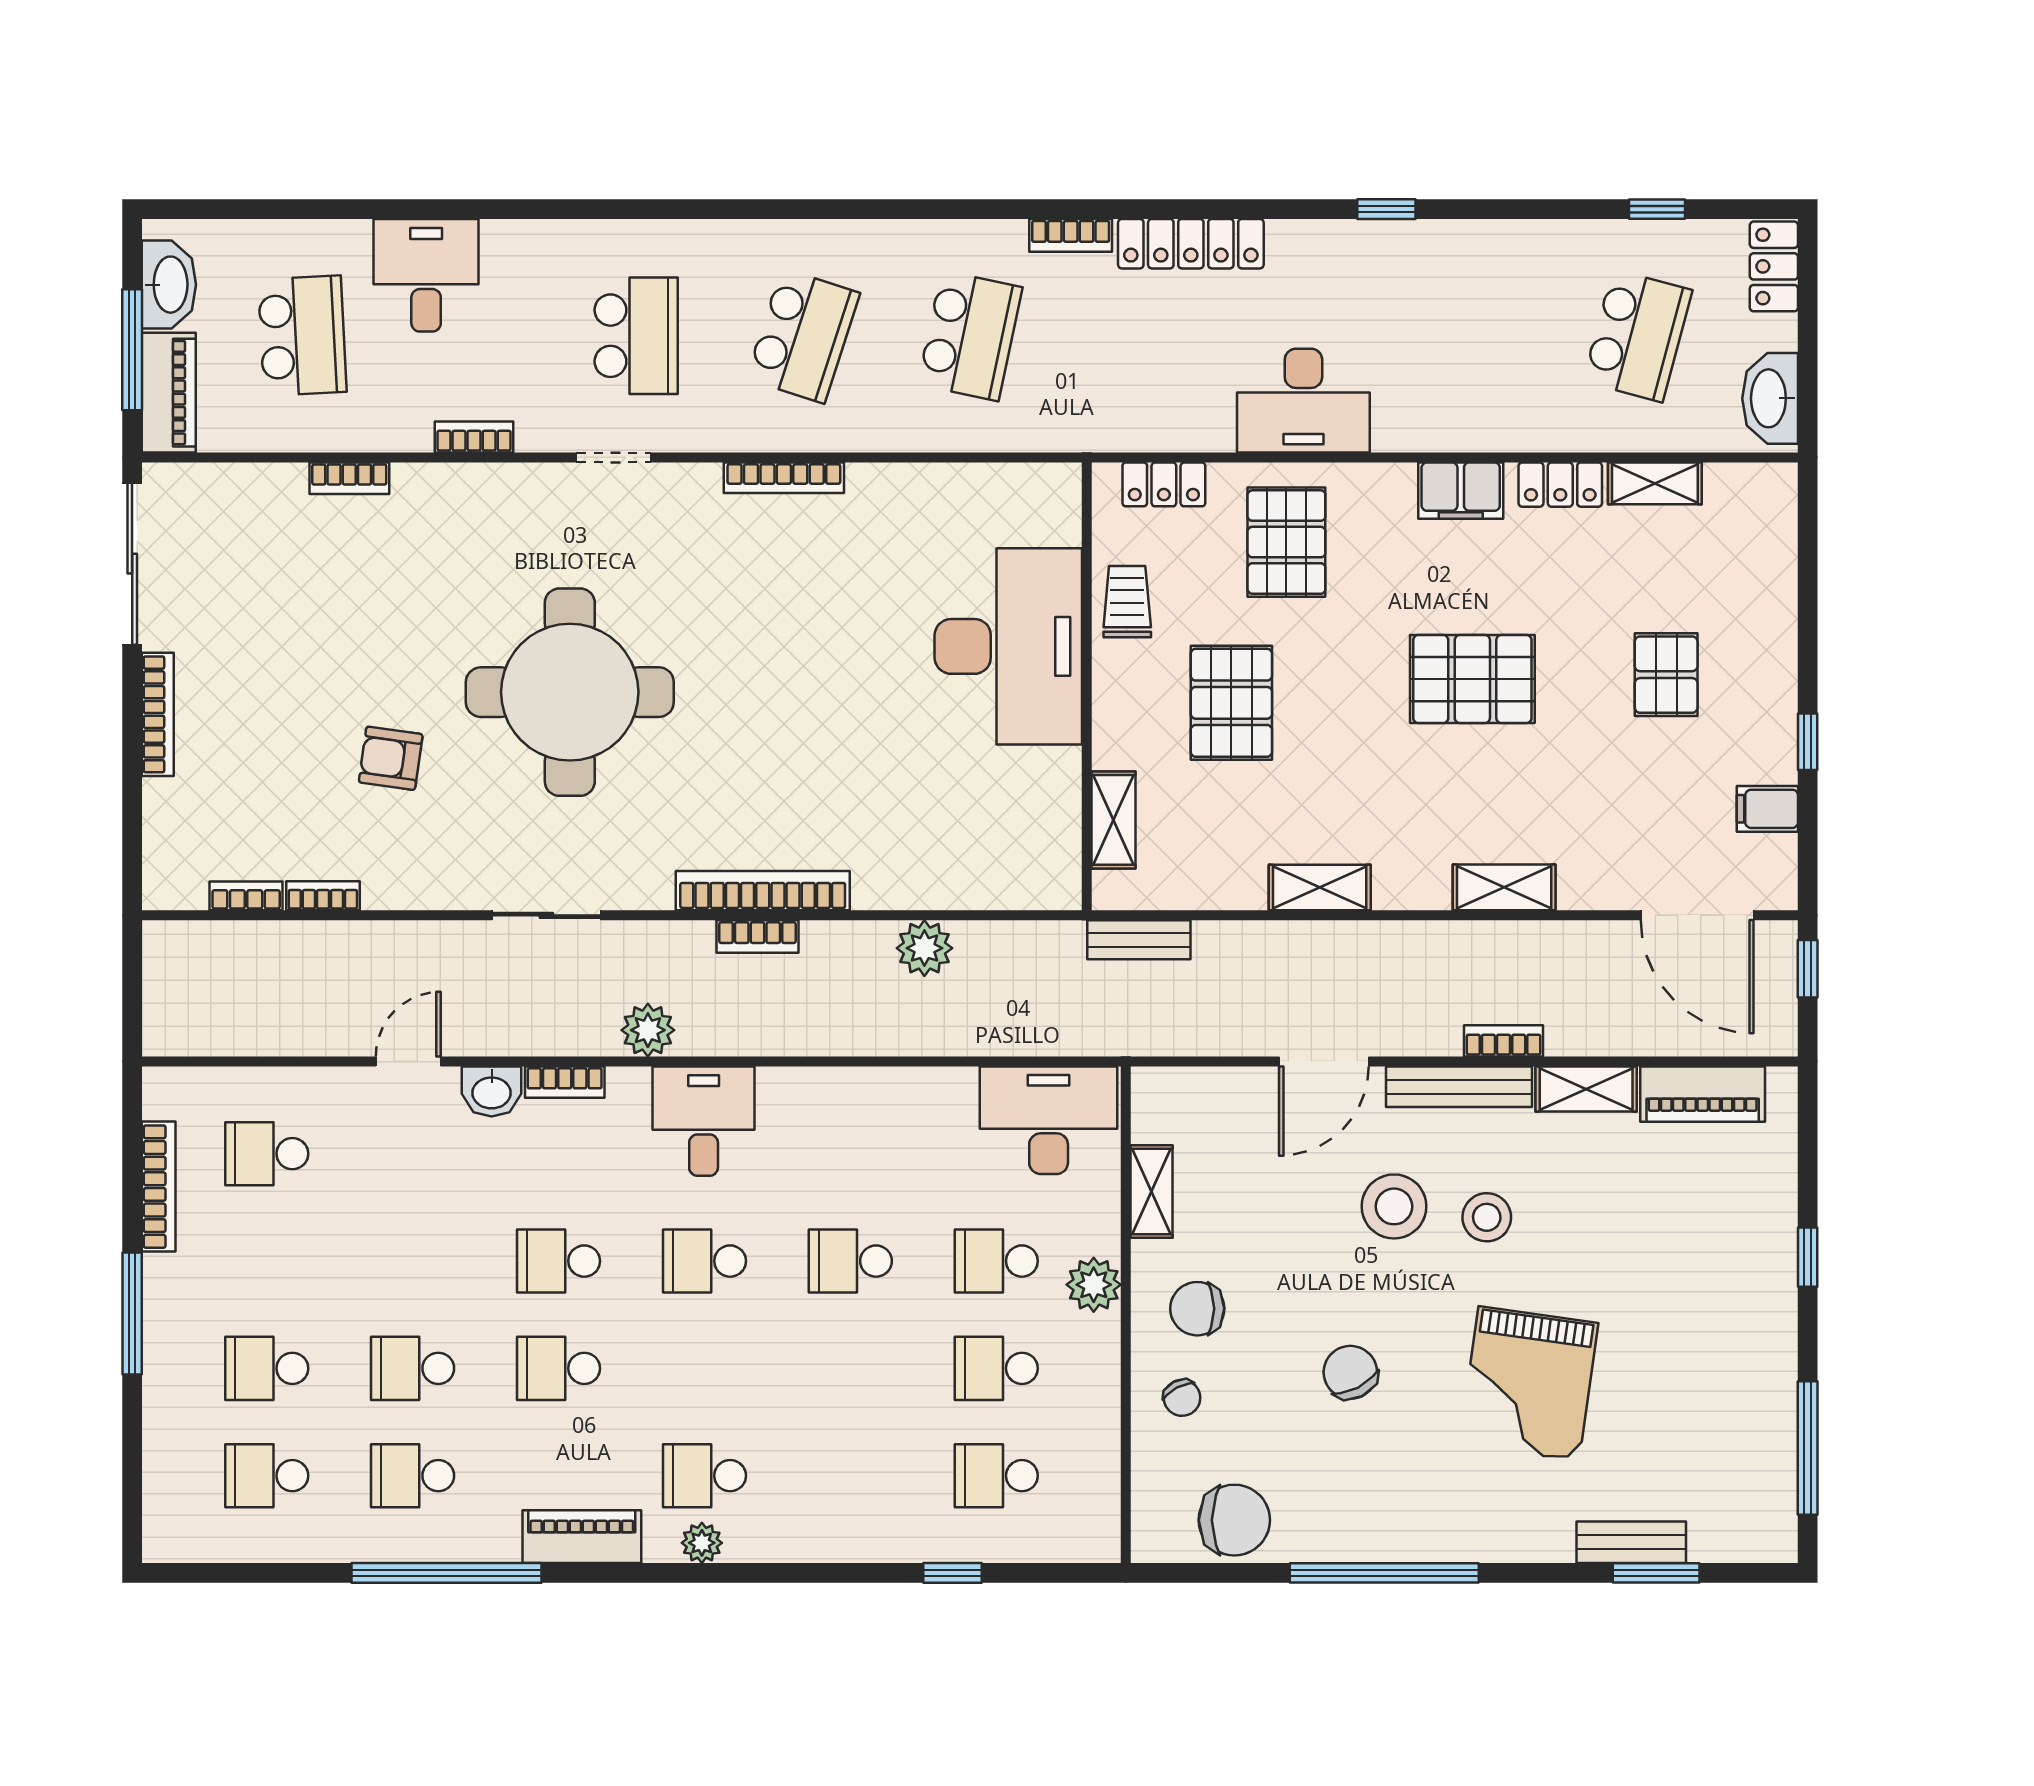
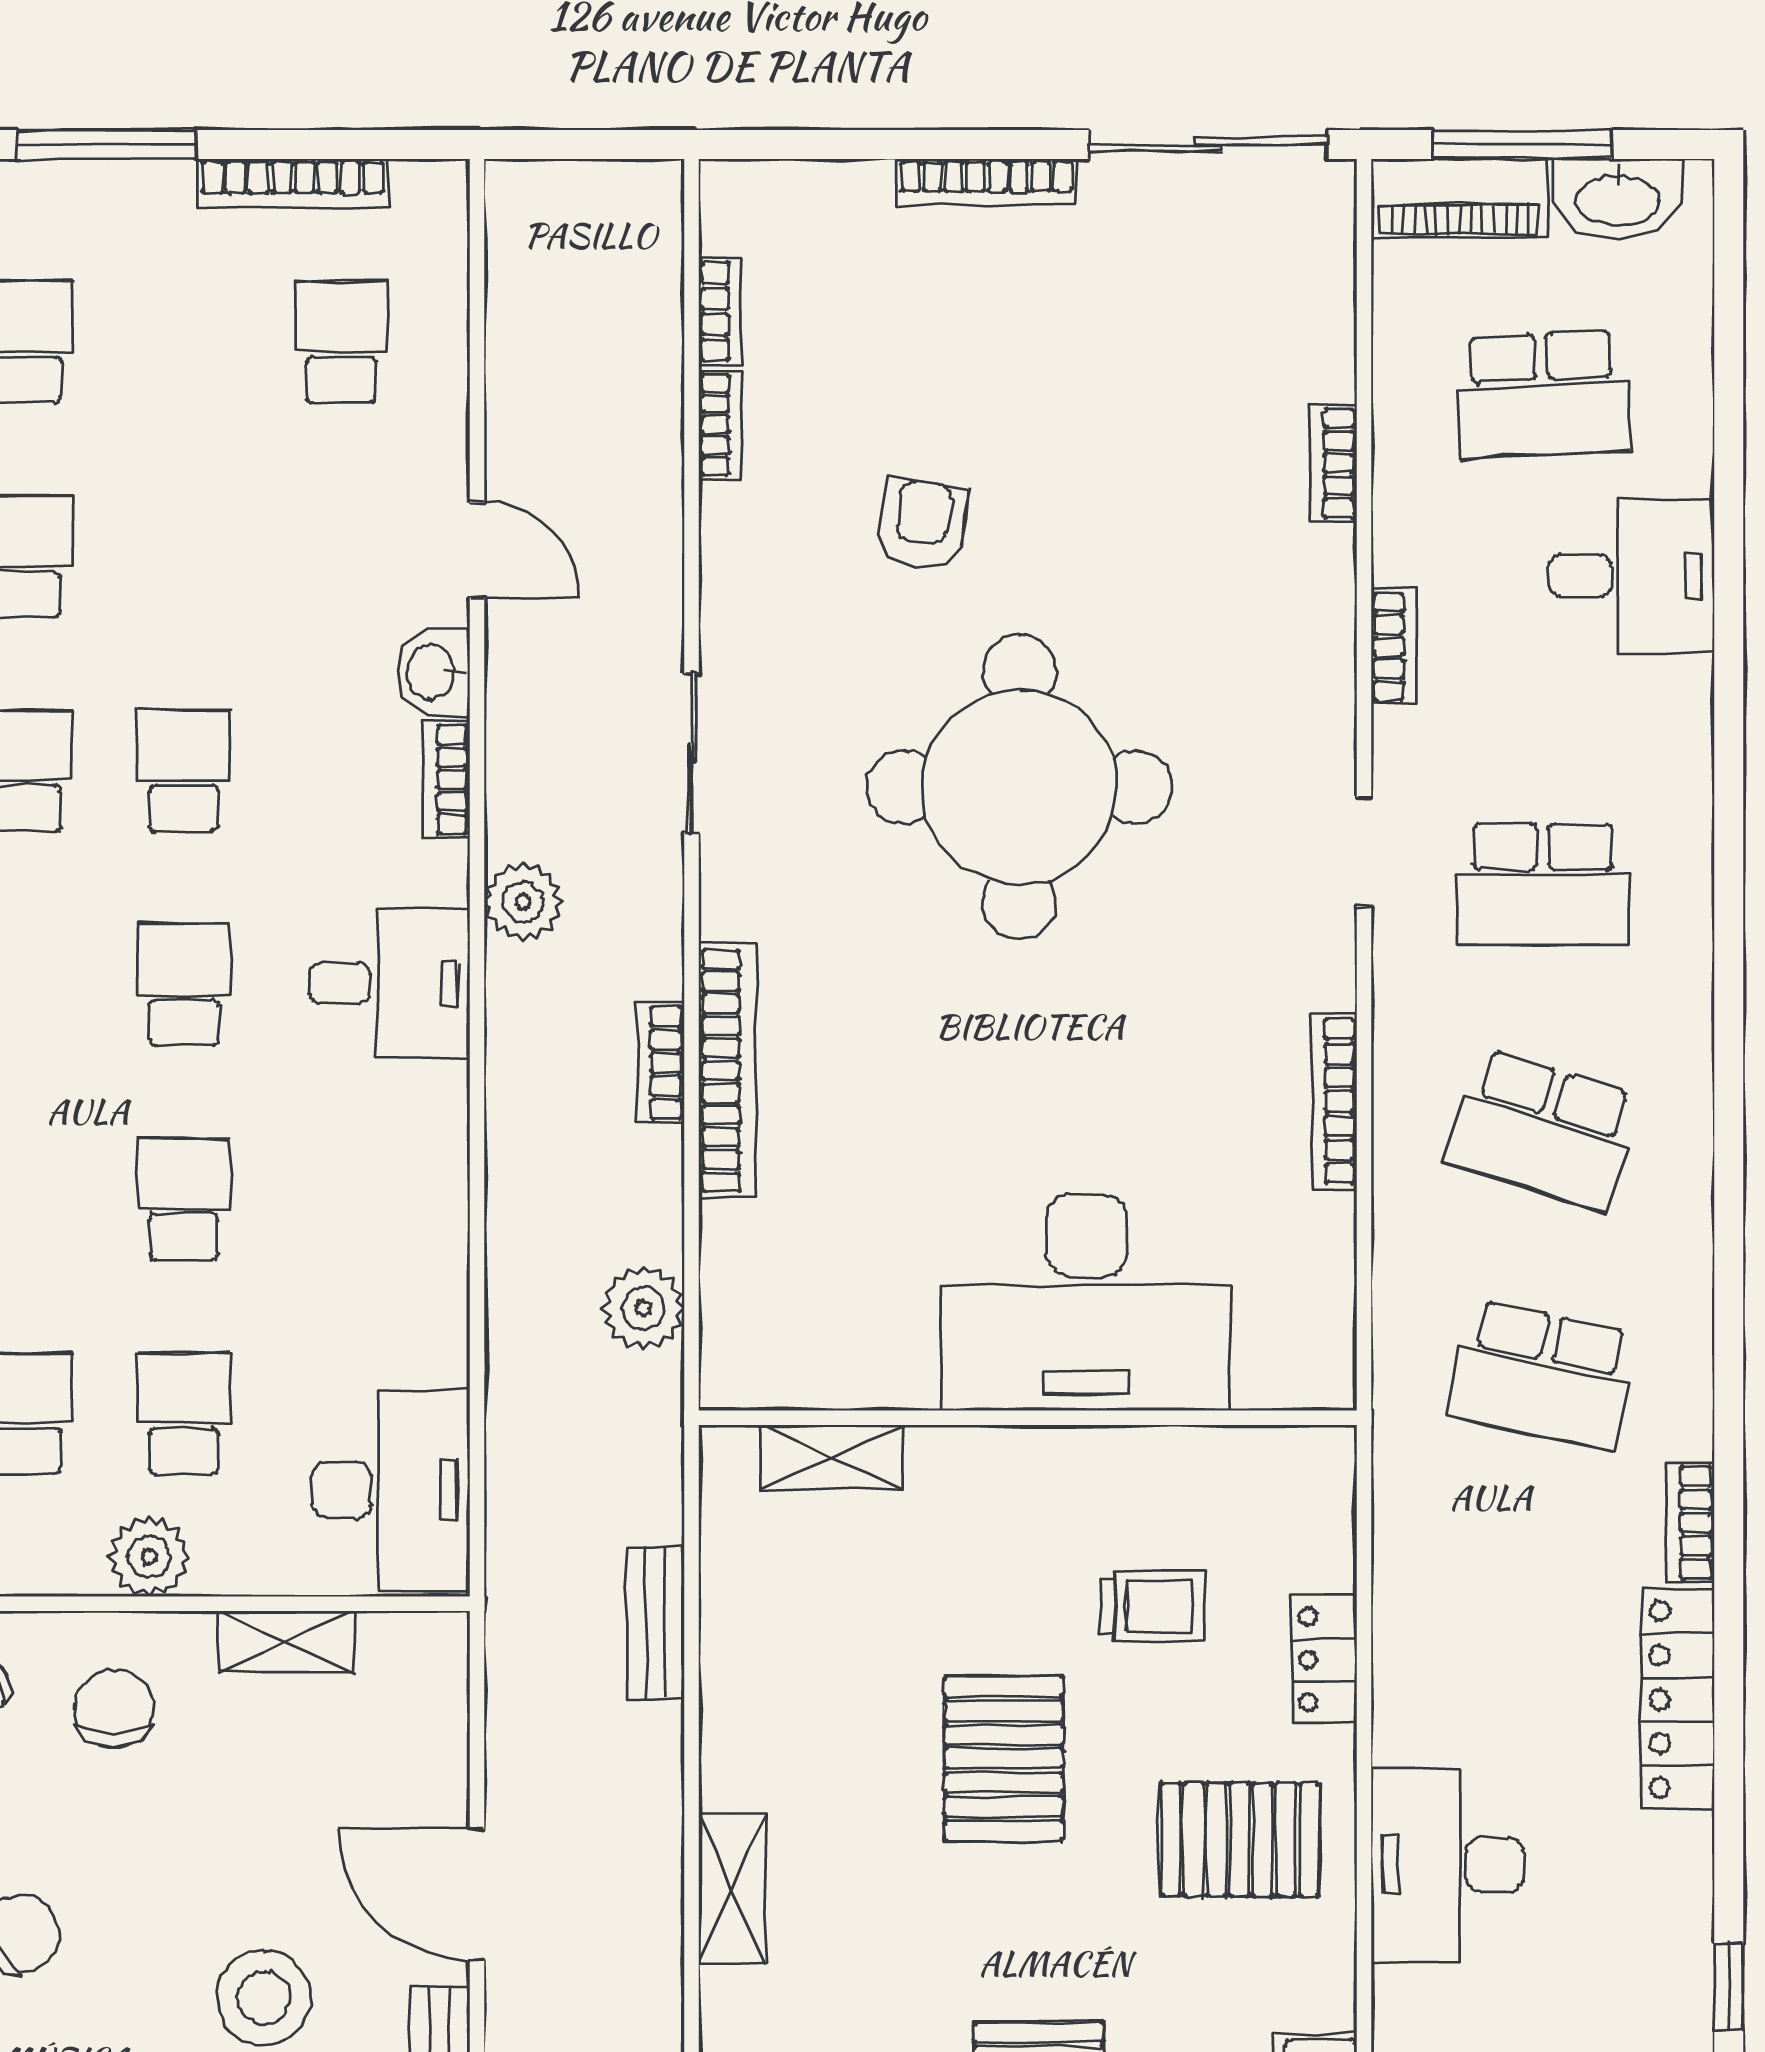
desk: (1008, 646) -> (1086, 1302), moved
wall: (1087, 686) -> (1028, 1418), moved
pallet: (1231, 703) -> (1004, 1759), turned 90
shelving: (1114, 820) -> (832, 1457), moved

